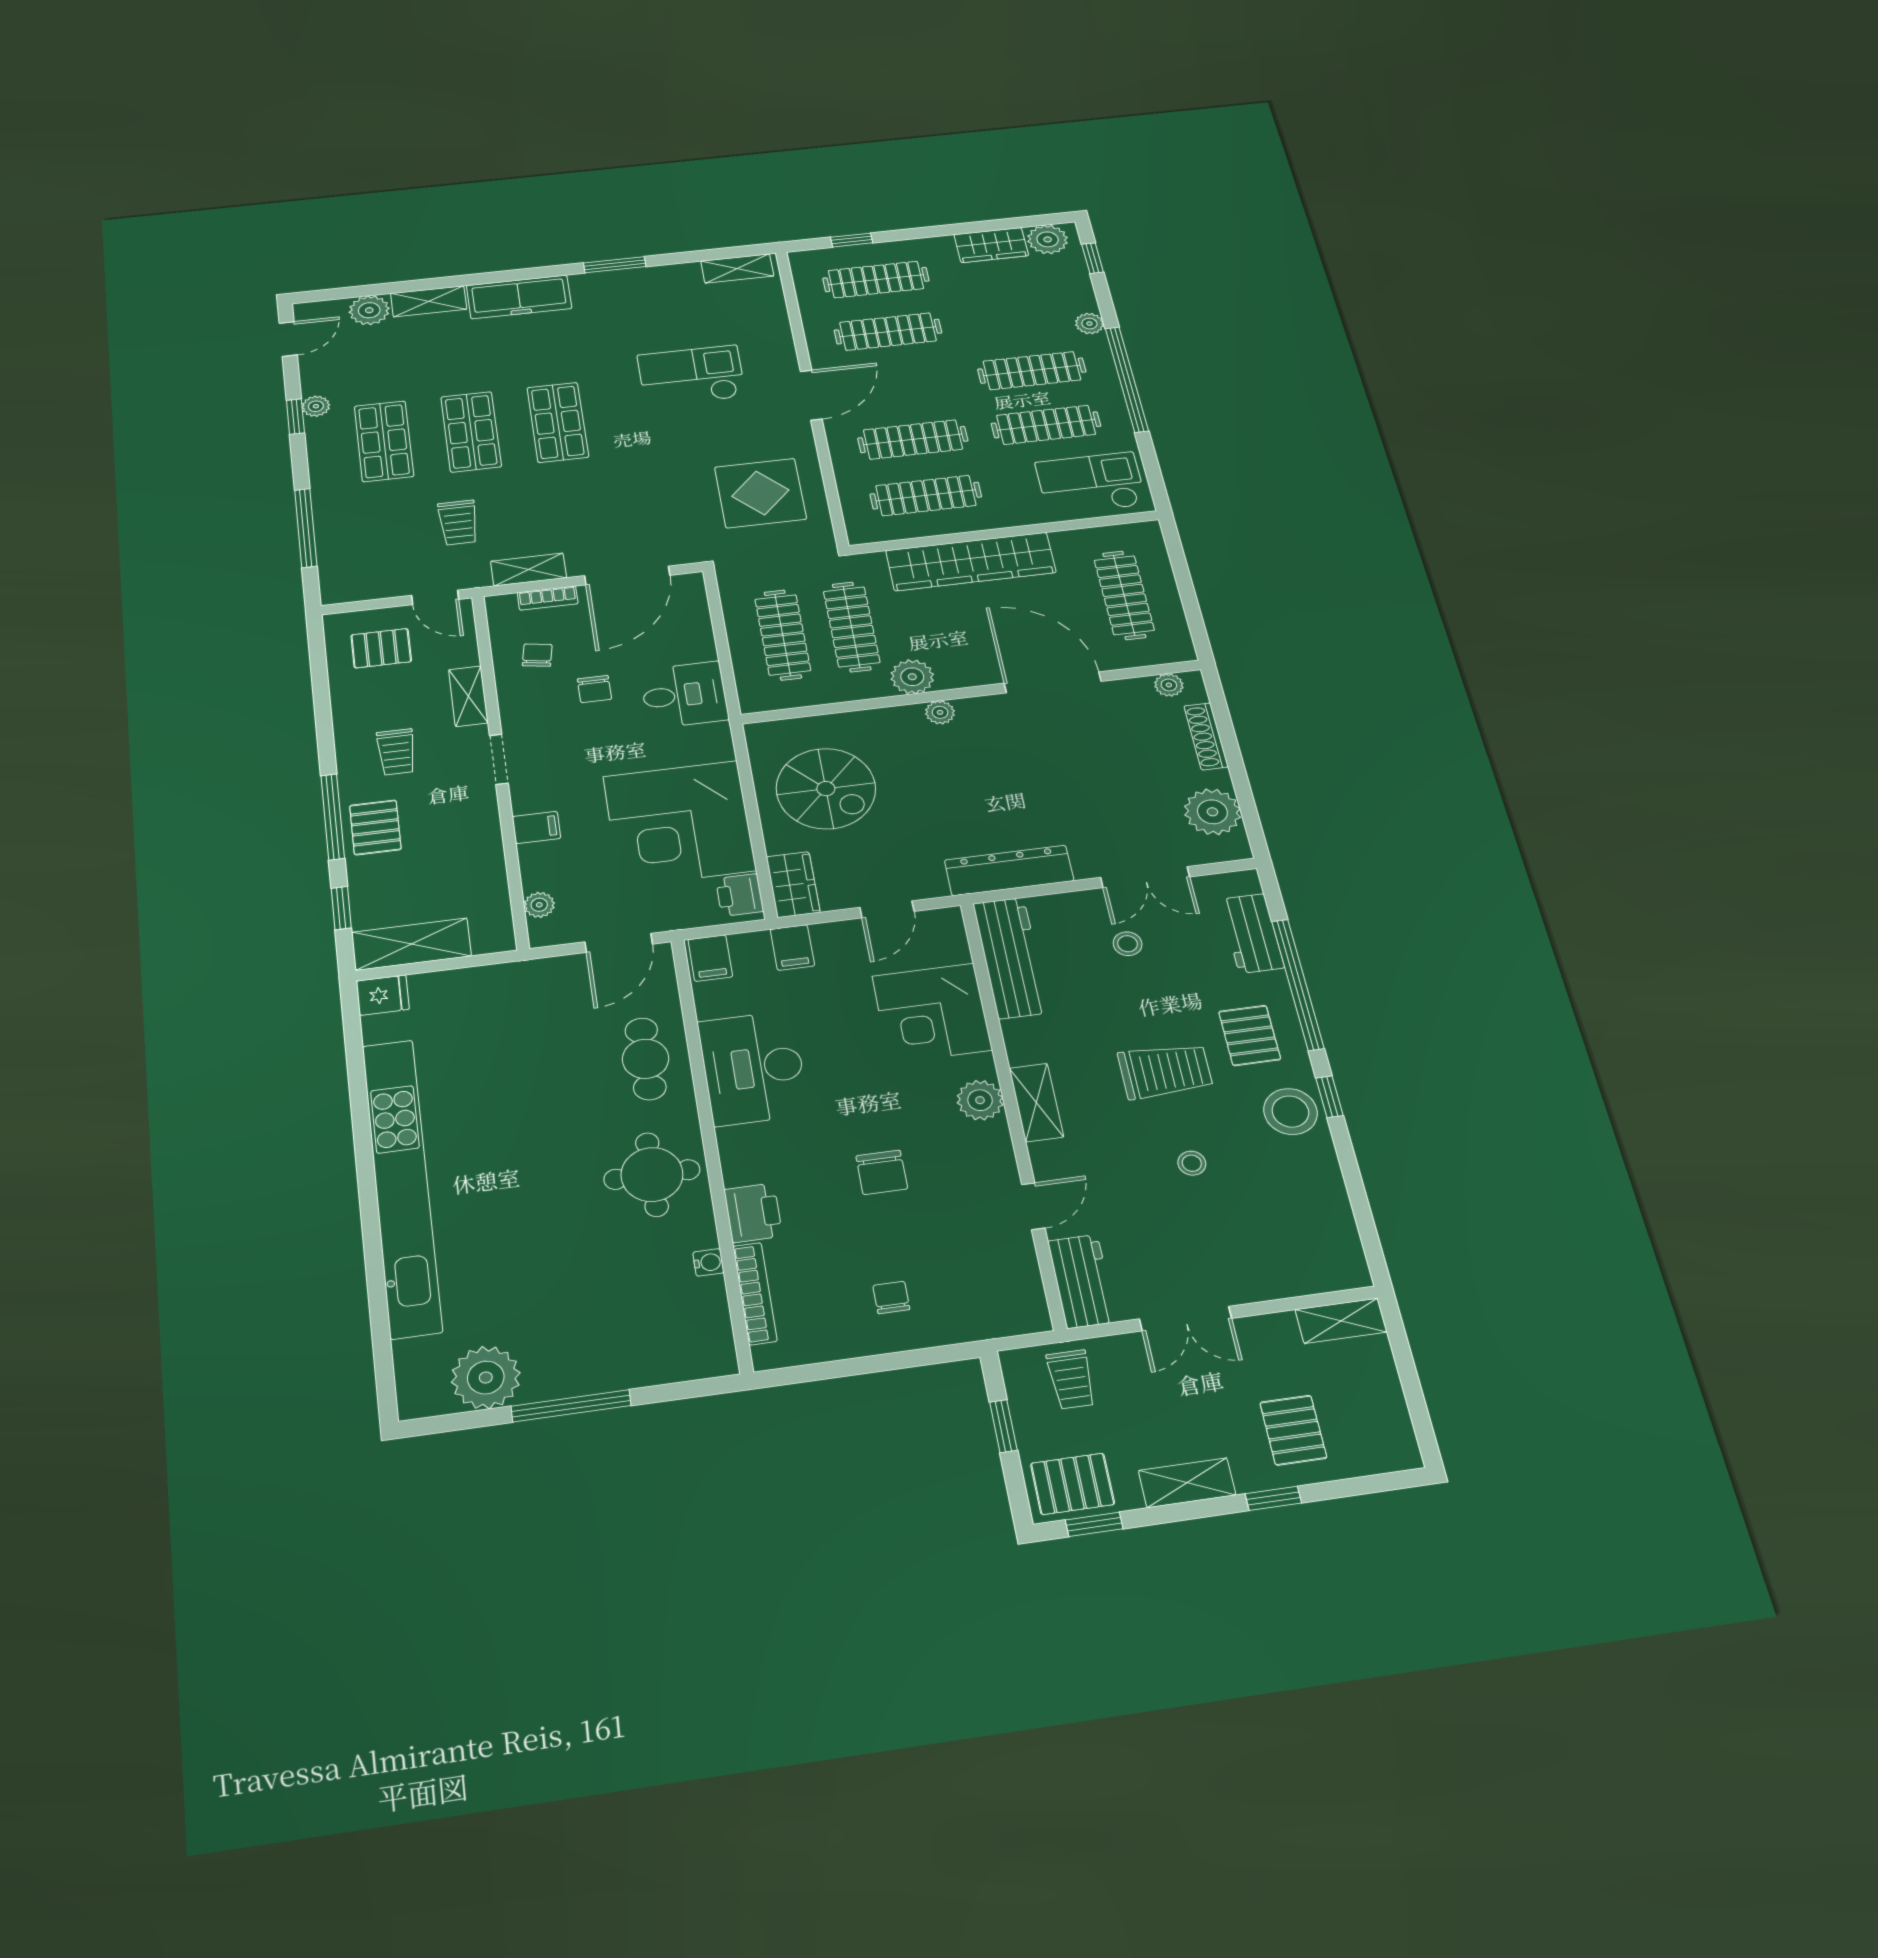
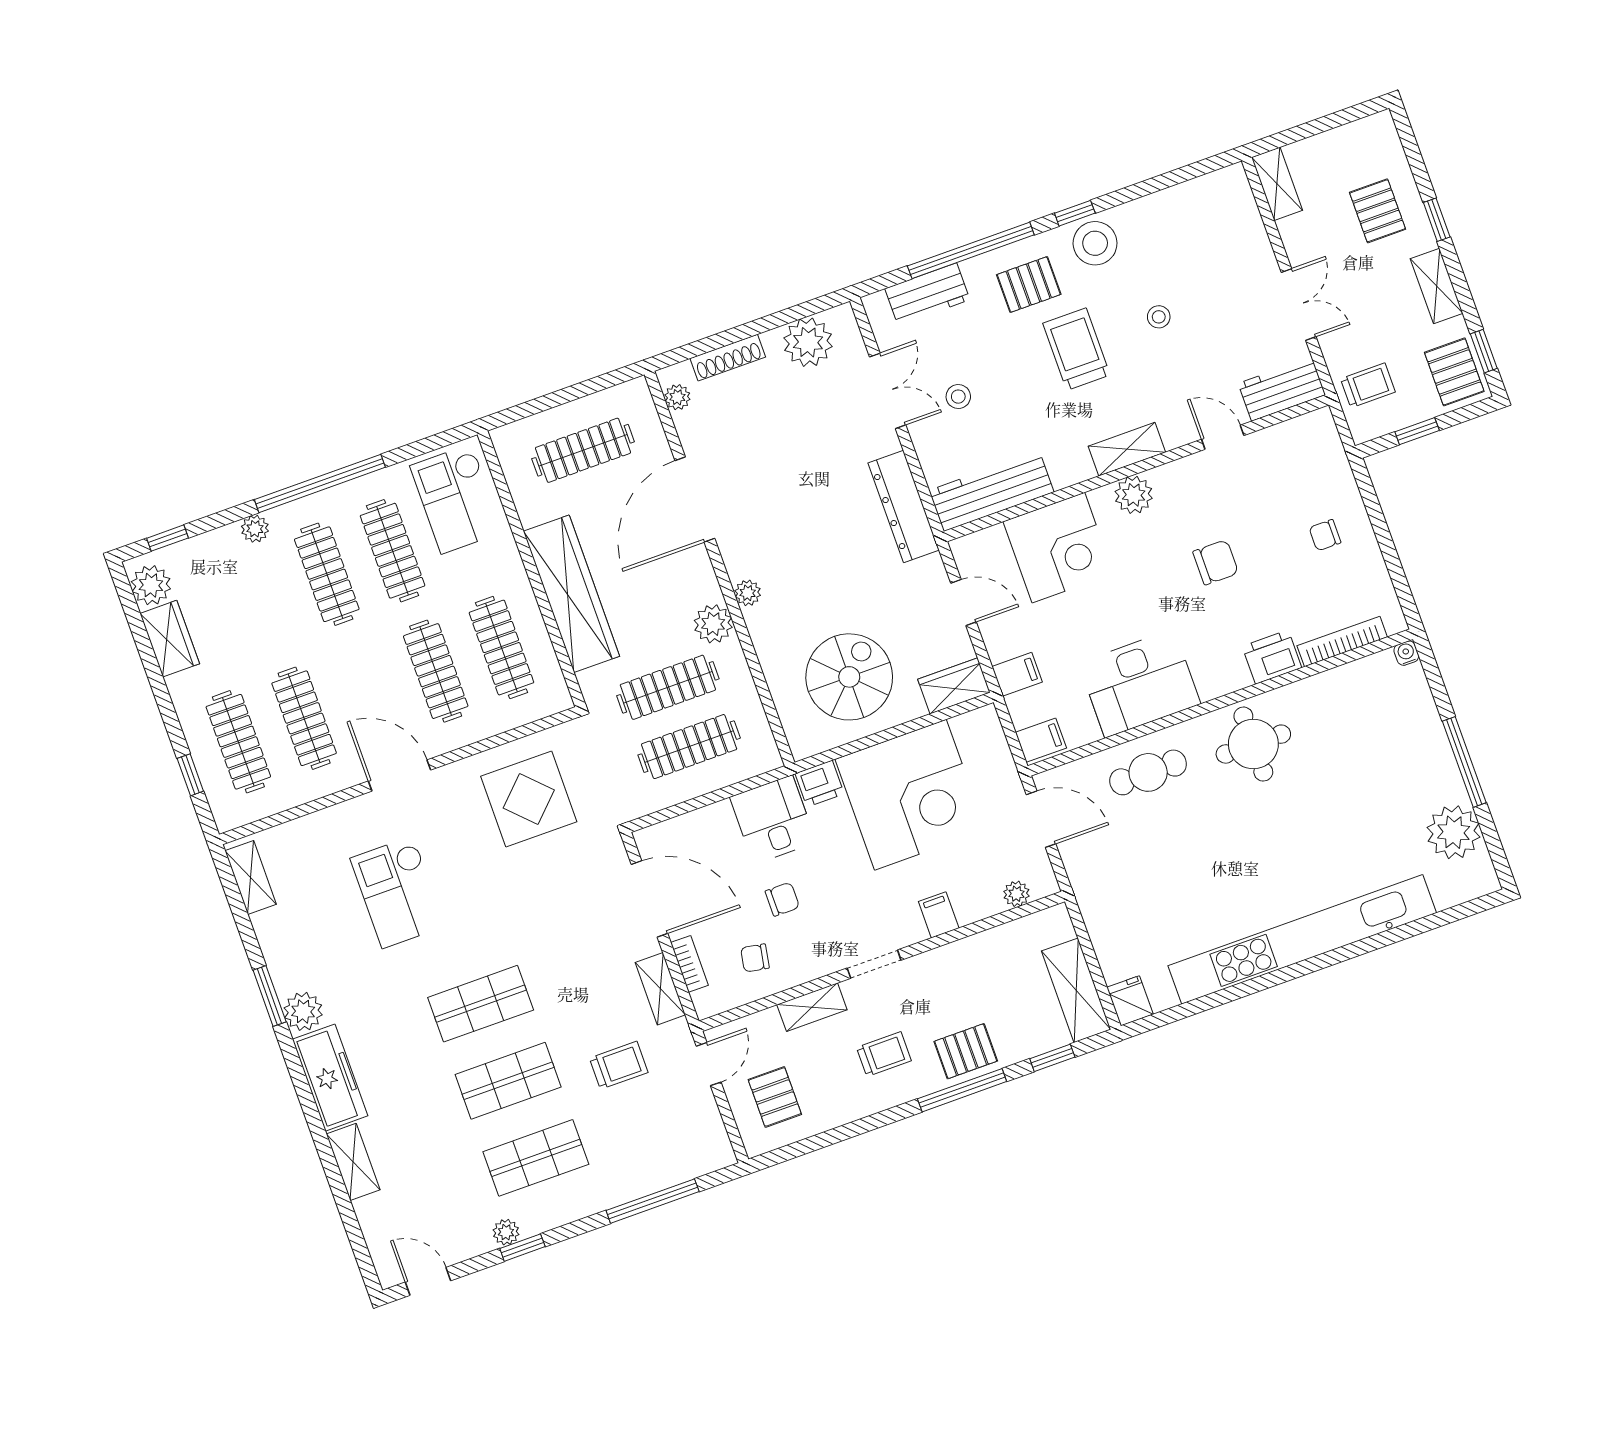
plant: (369, 310) -> (303, 1011), moved
printer: (740, 895) -> (820, 784), moved
water cooler: (708, 1262) -> (1406, 653), moved
pallet: (1293, 1430) -> (1378, 211), turned 90

